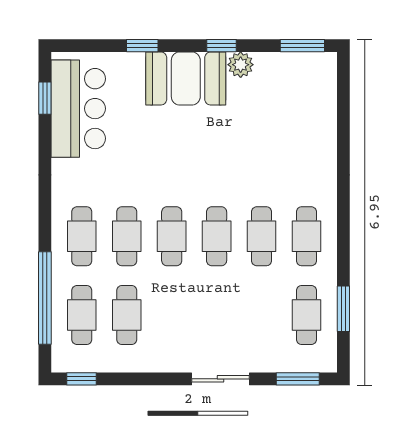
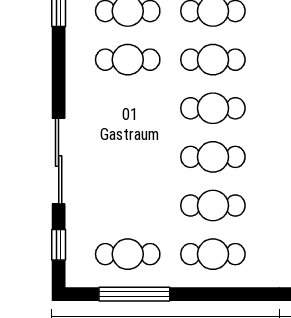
window: (343, 309) -> (134, 294), width x1.44
sliding door: (221, 379) -> (59, 161), width x1.37
window: (298, 379) -> (59, 245), width x0.67

